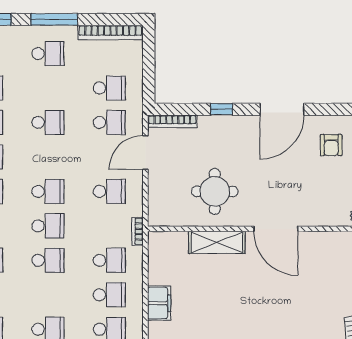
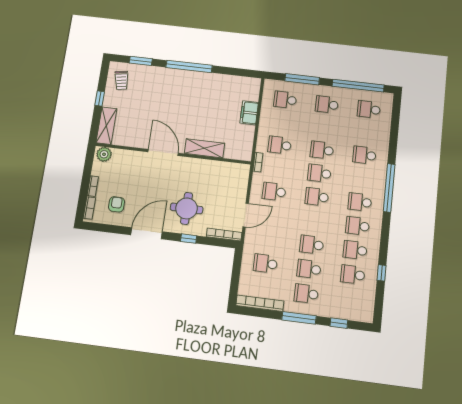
school desk: (109, 122) -> (309, 269), moved
round table: (215, 191) -> (187, 208), moved
school desk: (109, 295) -> (282, 122), removed

